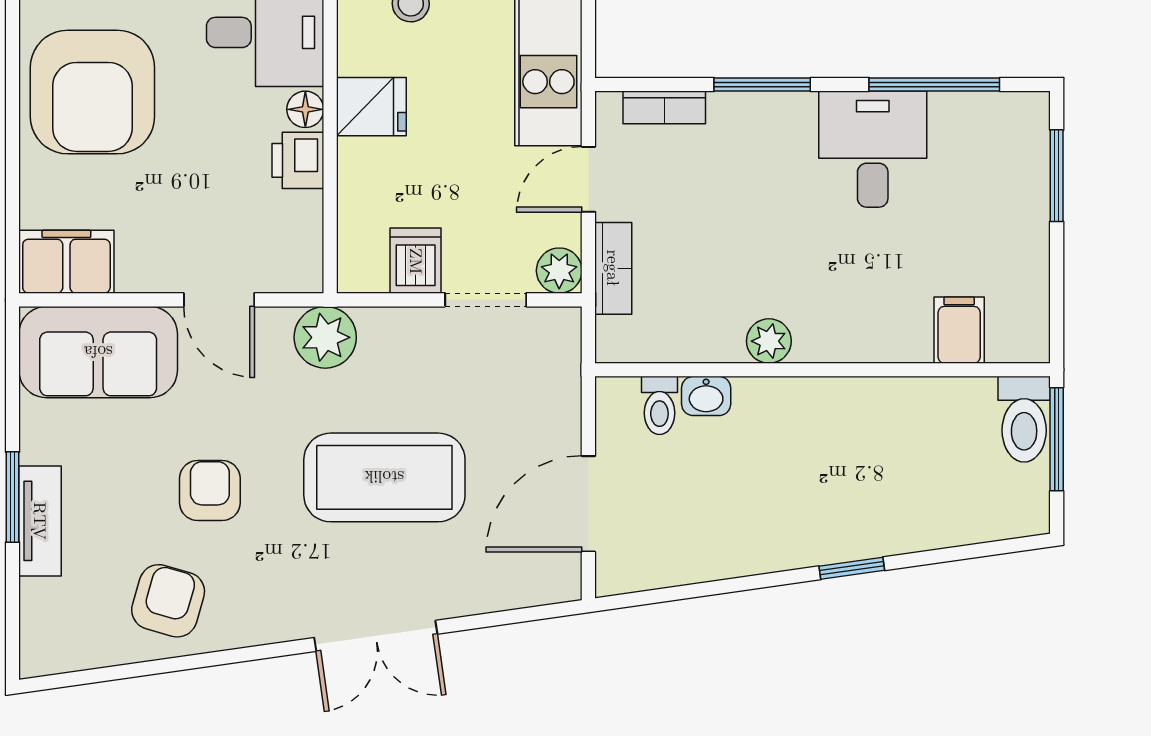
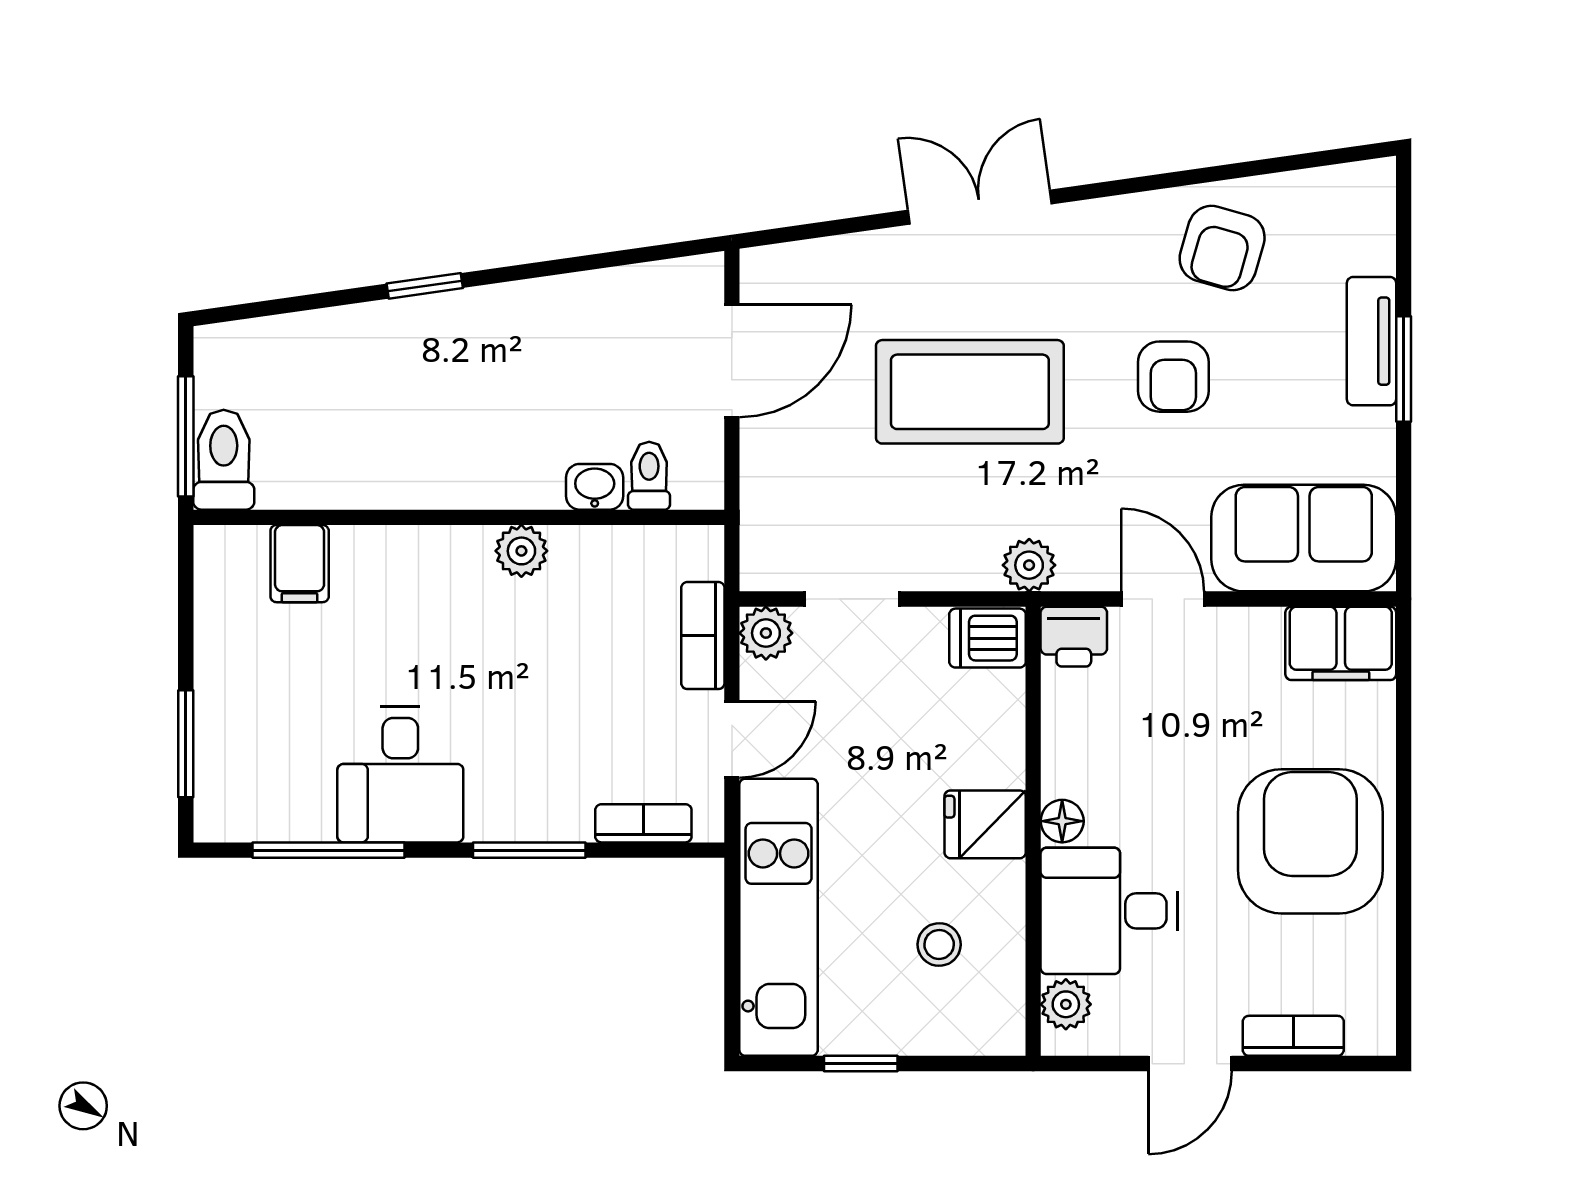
printer: (298, 160) -> (1074, 637), moved, turned 90
dishwasher: (416, 261) -> (988, 638), moved, turned 90
plant: (325, 337) -> (1029, 565), width x0.73, depth x0.73

